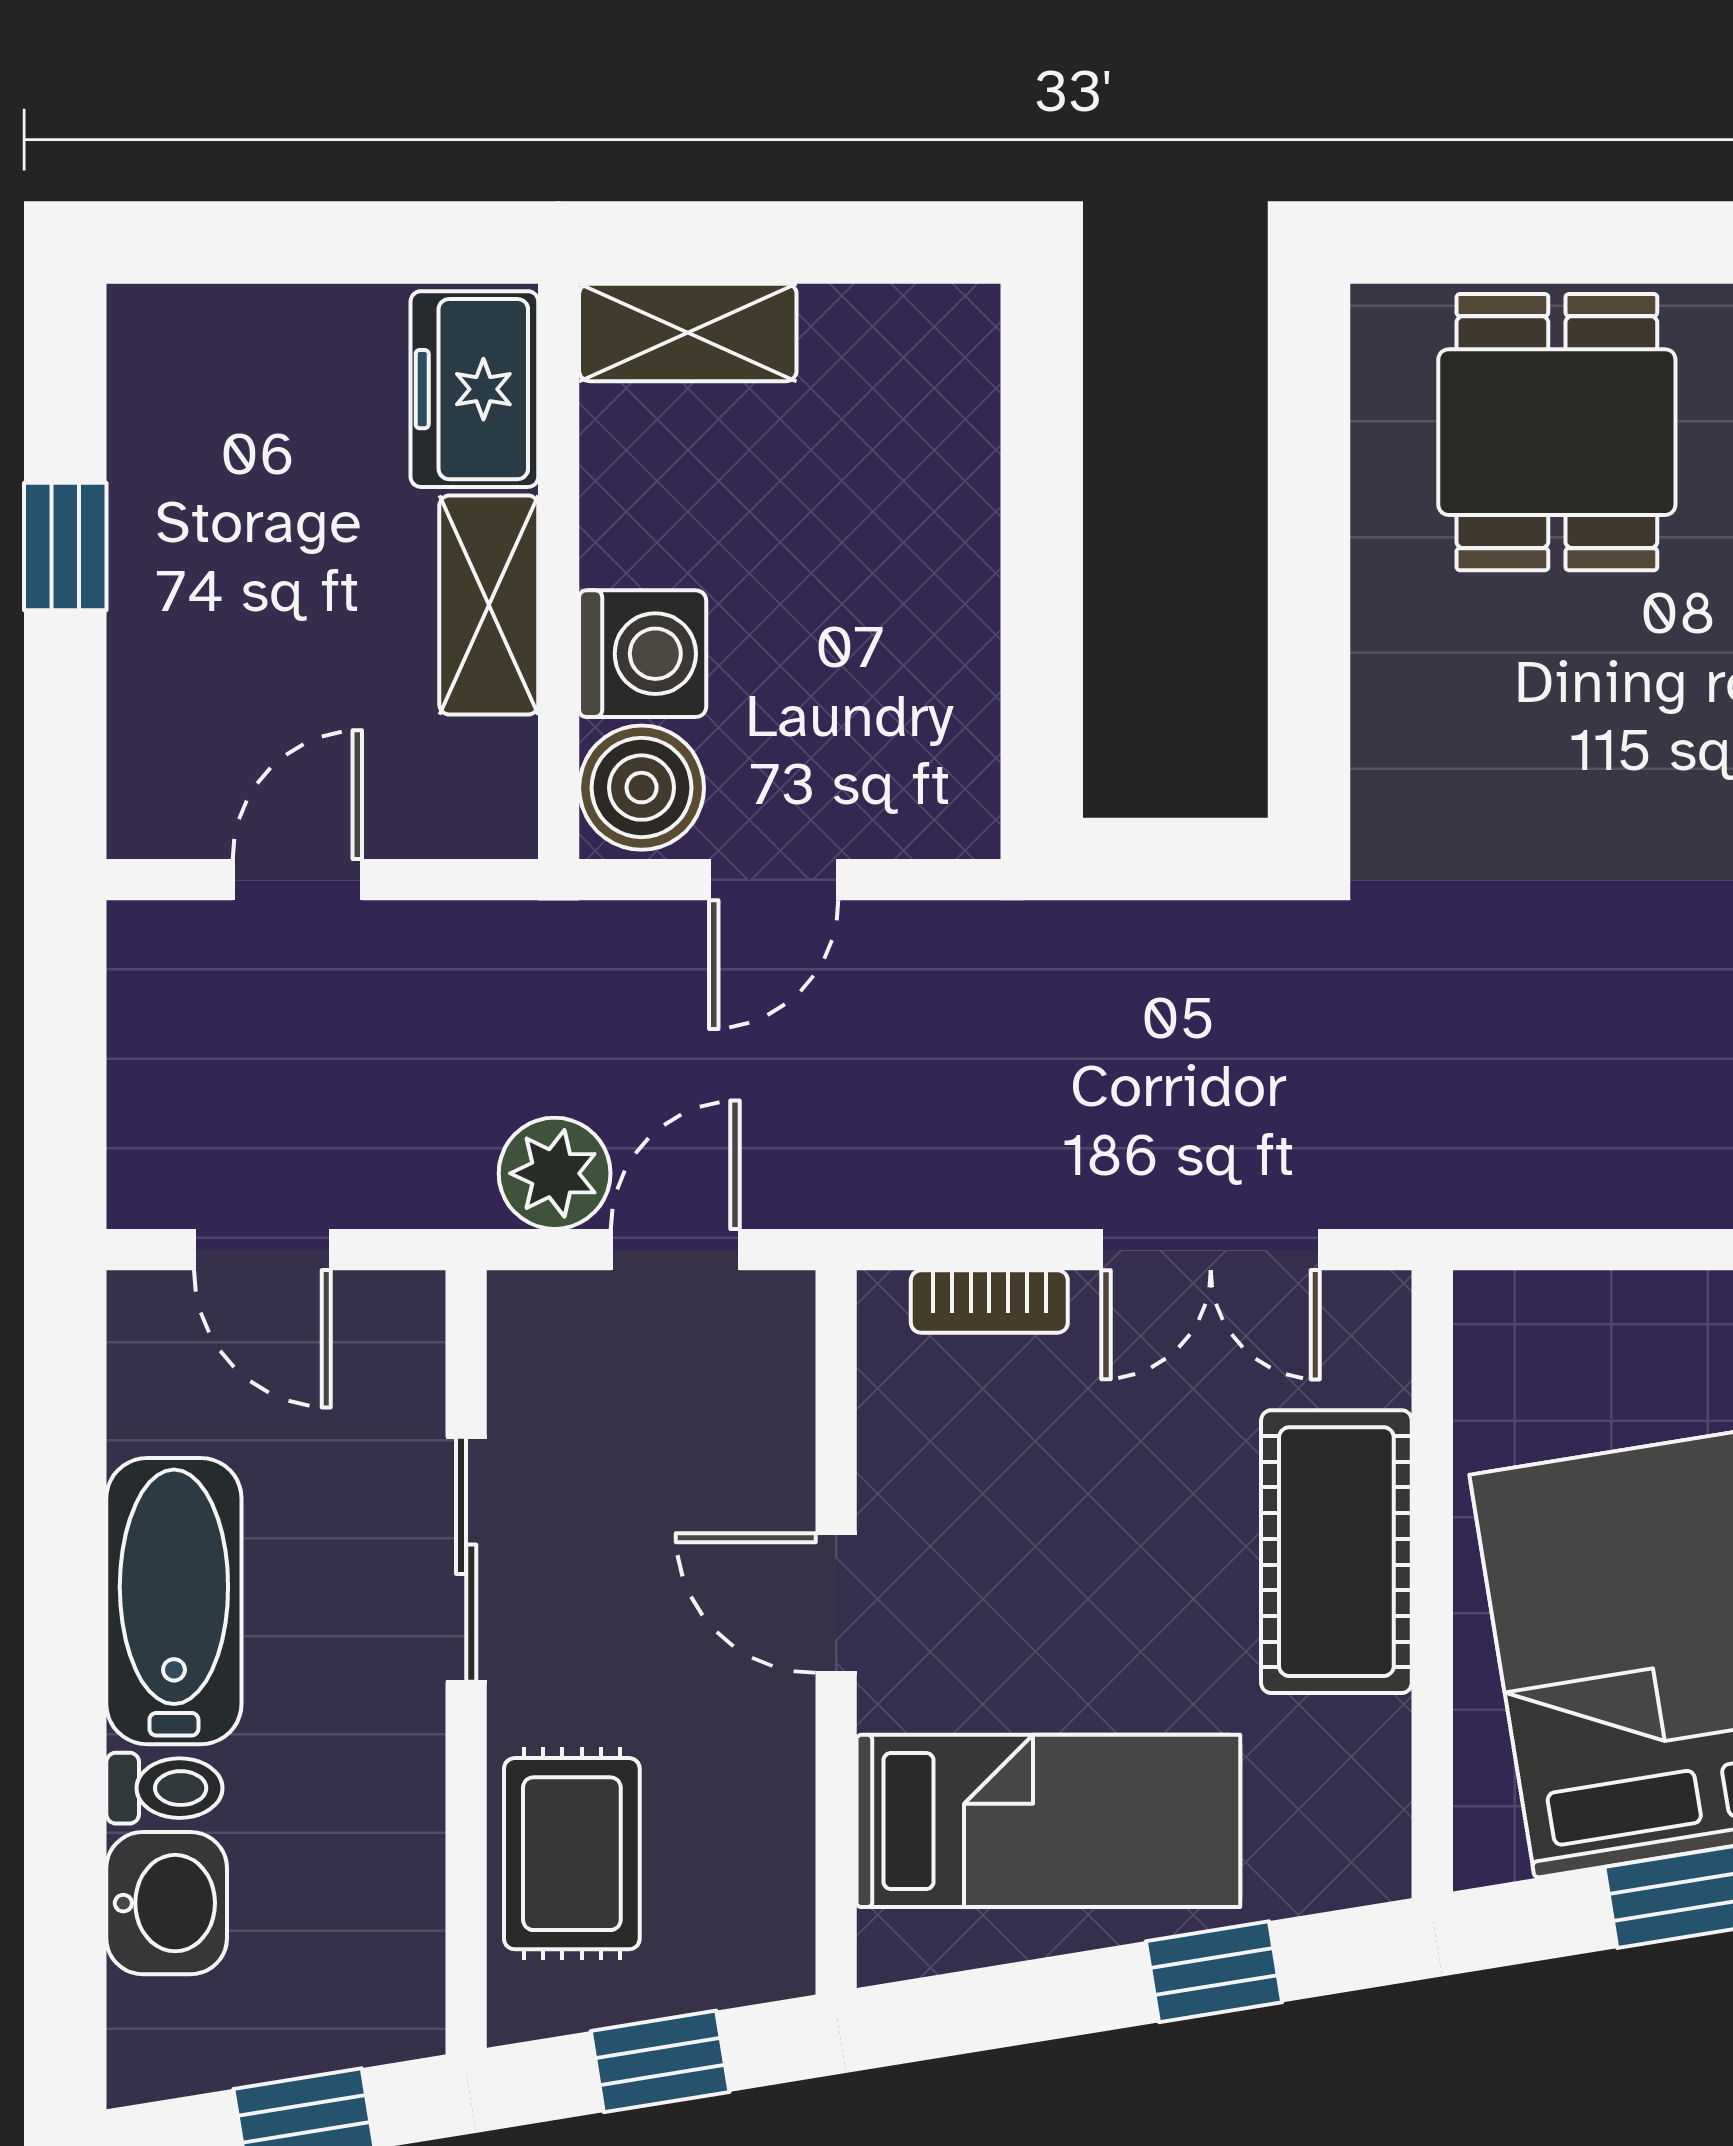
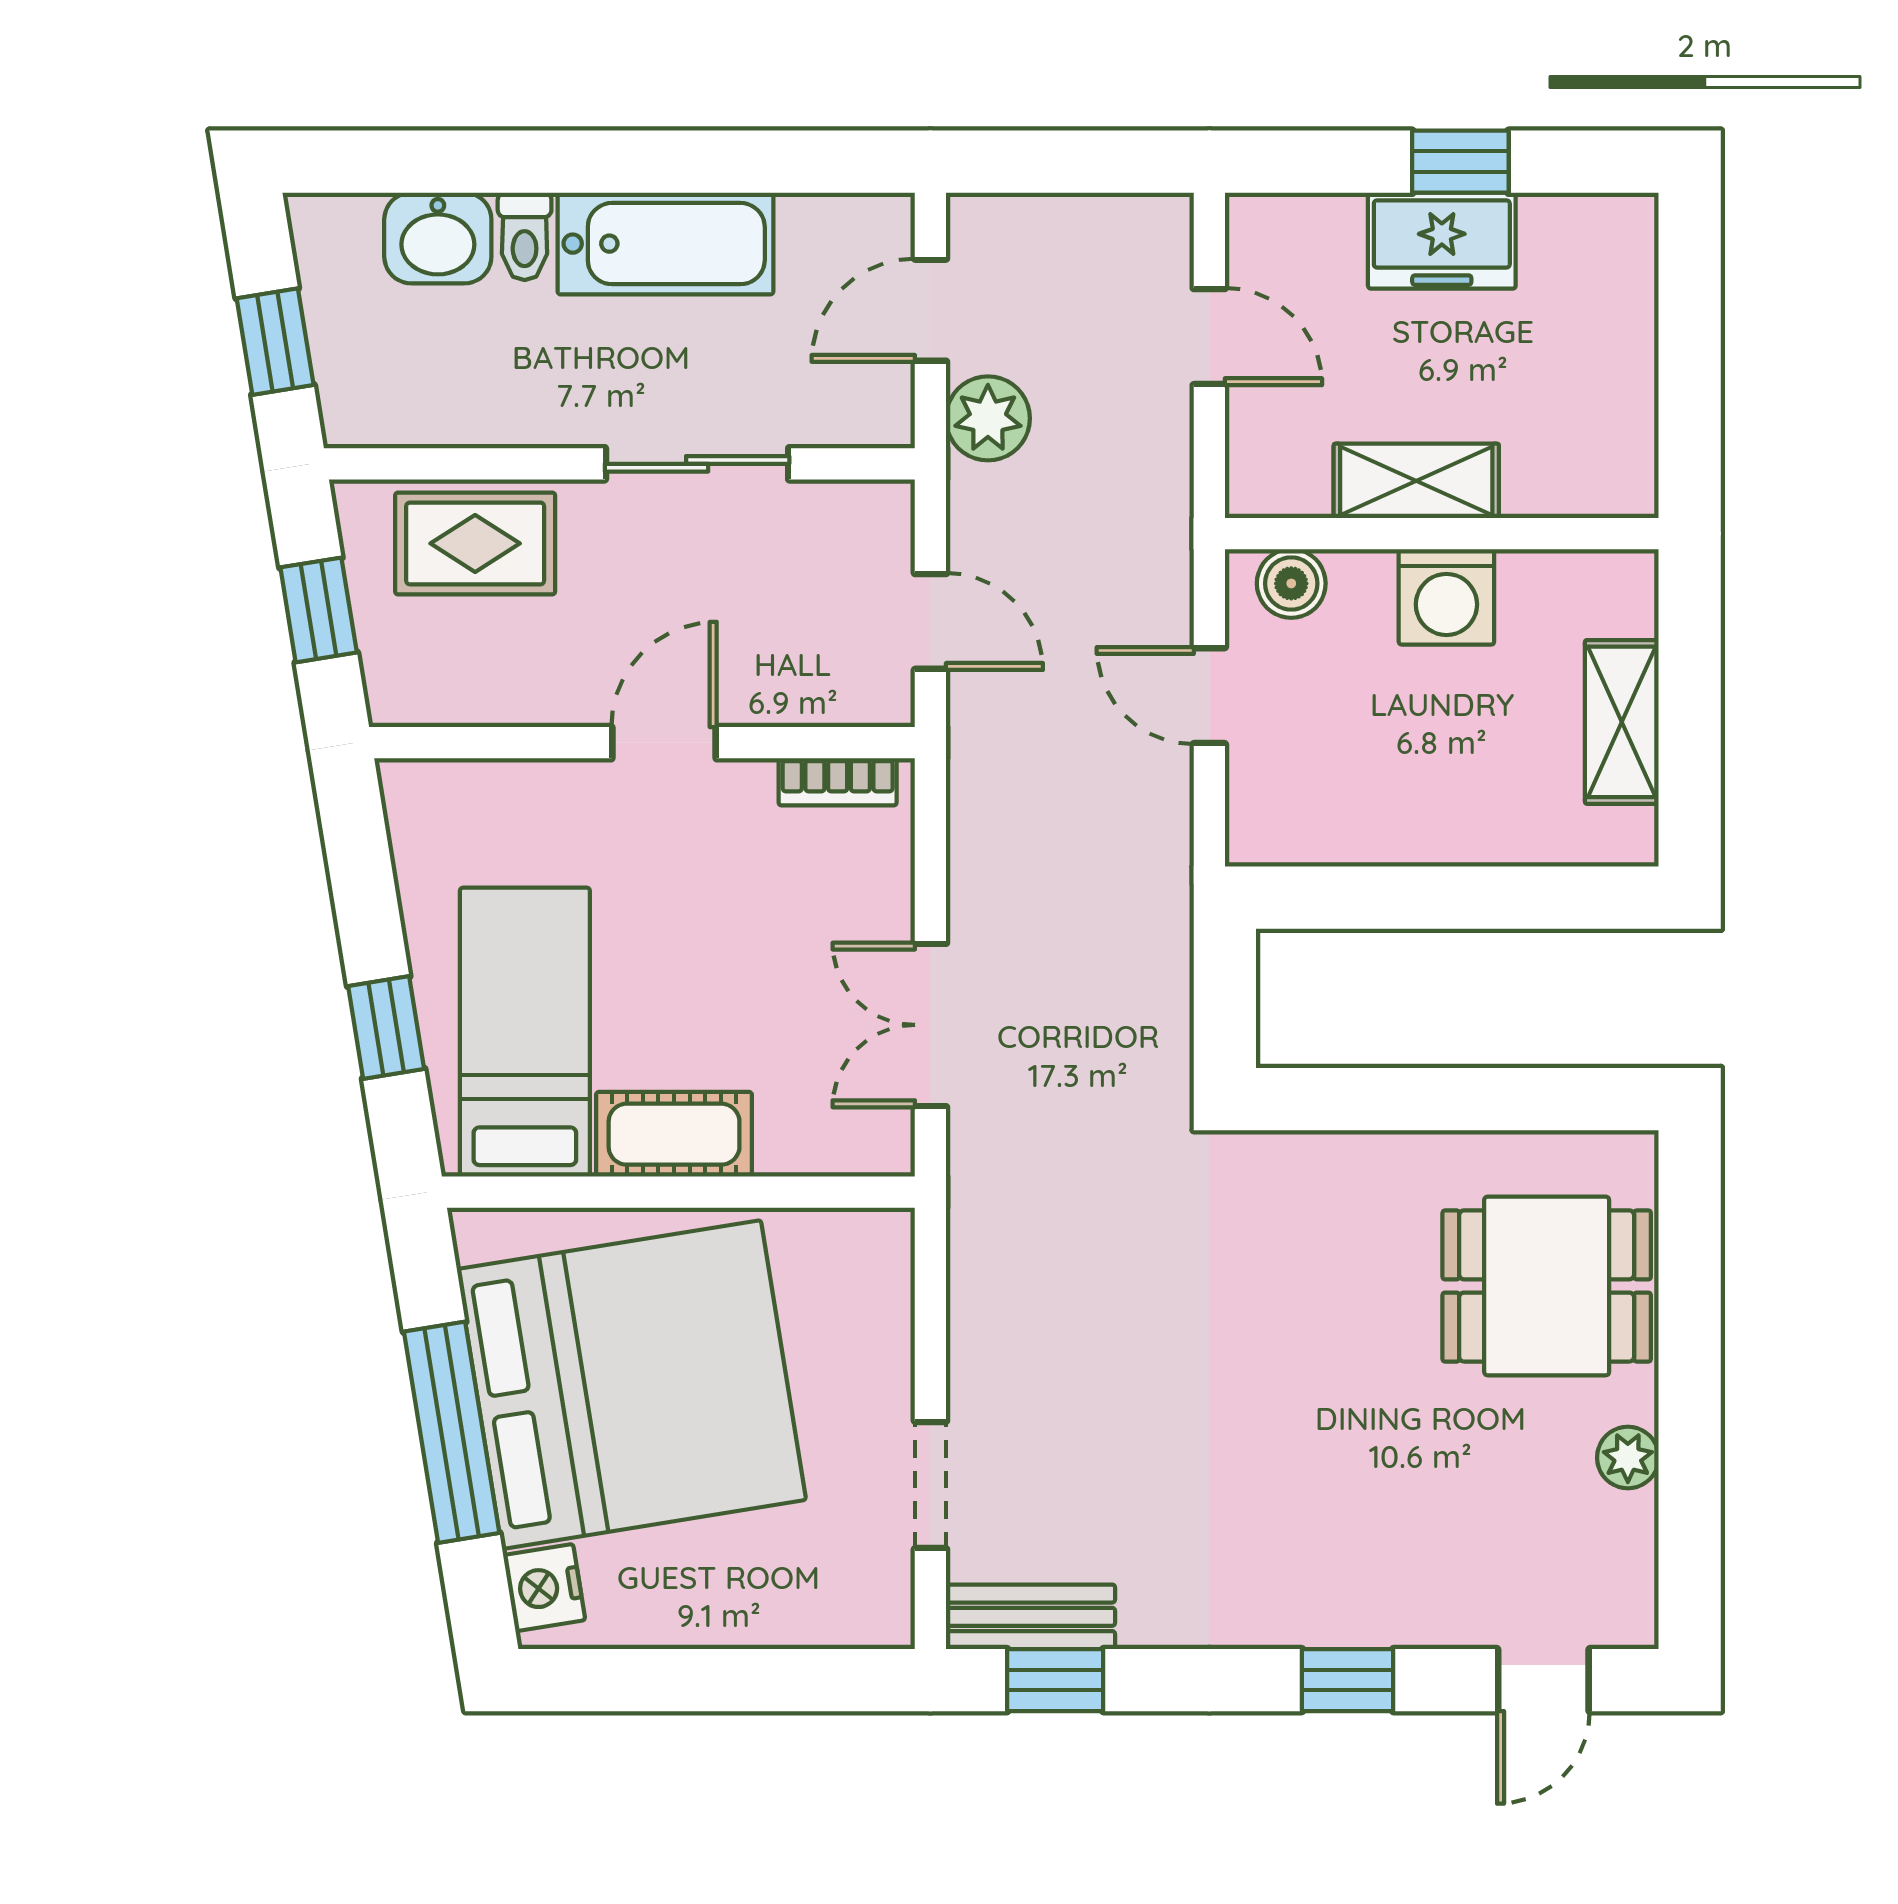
shelving: (688, 332) -> (1622, 722), moved
freezer: (474, 389) -> (1442, 241), moved, turned 180
washing machine: (643, 654) -> (1446, 597), moved
boiler: (642, 788) -> (1291, 583), width x0.73, depth x0.73
plant: (555, 1173) -> (988, 418), moved
bookcase: (989, 1302) -> (838, 782), moved, turned -90
cot: (1336, 1552) -> (674, 1134), width x0.73, depth x0.75
bed: (1048, 1821) -> (525, 1032), moved, turned 180

